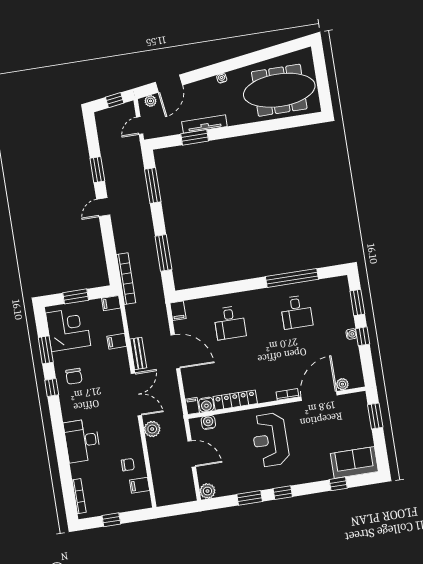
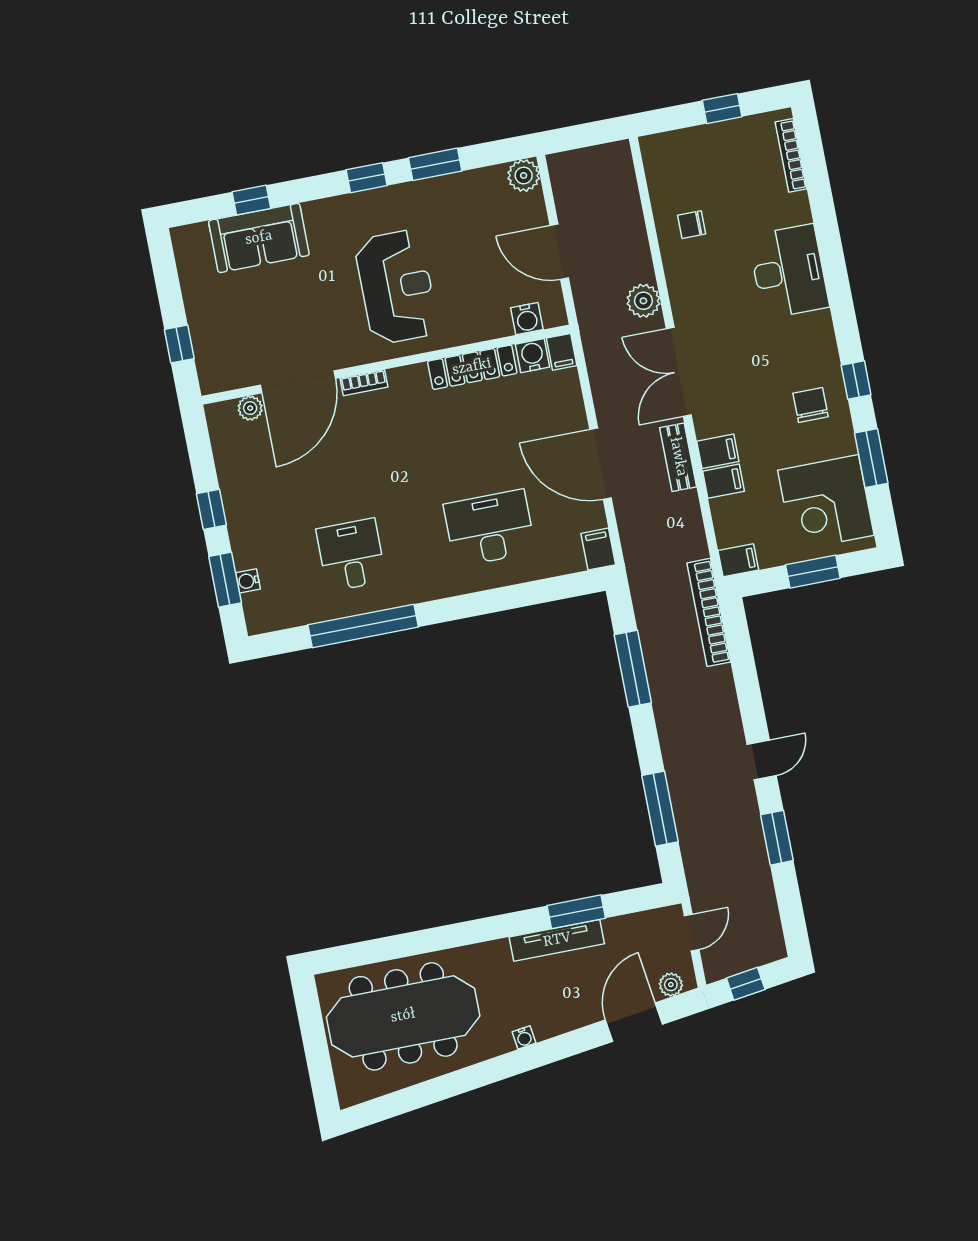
desk: (230, 323) -> (490, 528), width x1.37
water cooler: (351, 334) -> (248, 581), moved
window: (375, 416) -> (179, 344), width x0.67
sofa: (354, 463) -> (259, 238), moved
filing cabinet: (140, 485) -> (718, 451), moved

